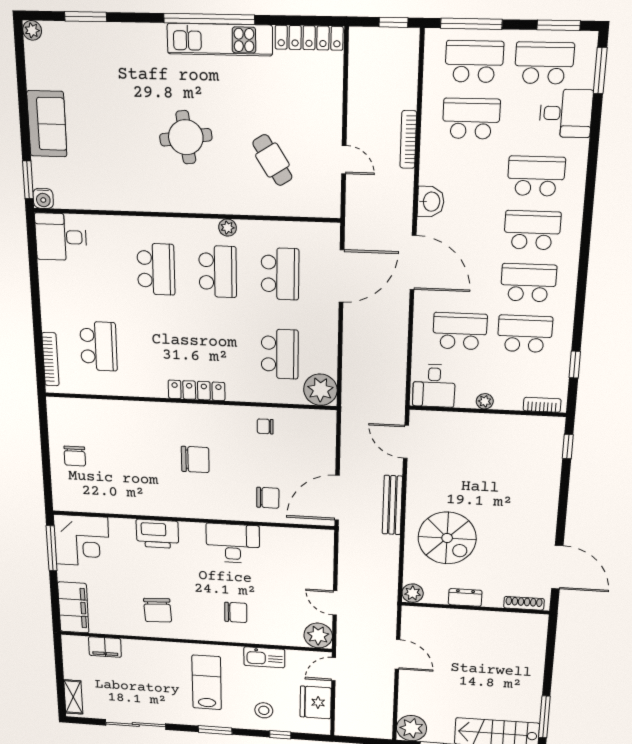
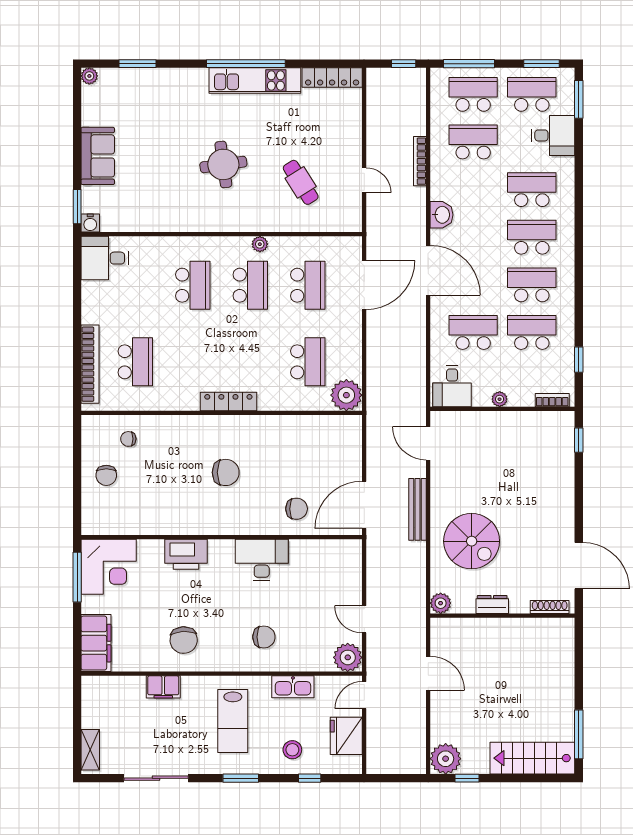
bookcase: (50, 359) -> (90, 364), width x1.48, depth x1.31
chair: (265, 426) -> (128, 439), moved
filing cabinet: (105, 647) -> (163, 687), moved
lab bench: (207, 682) -> (233, 721), turned 180

